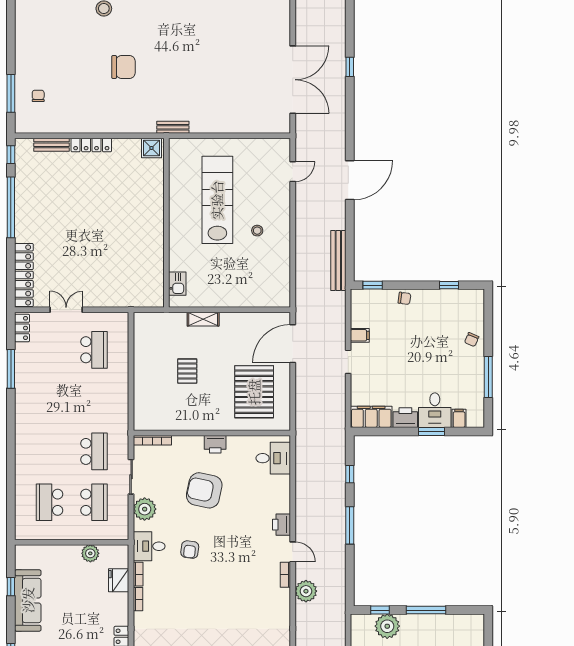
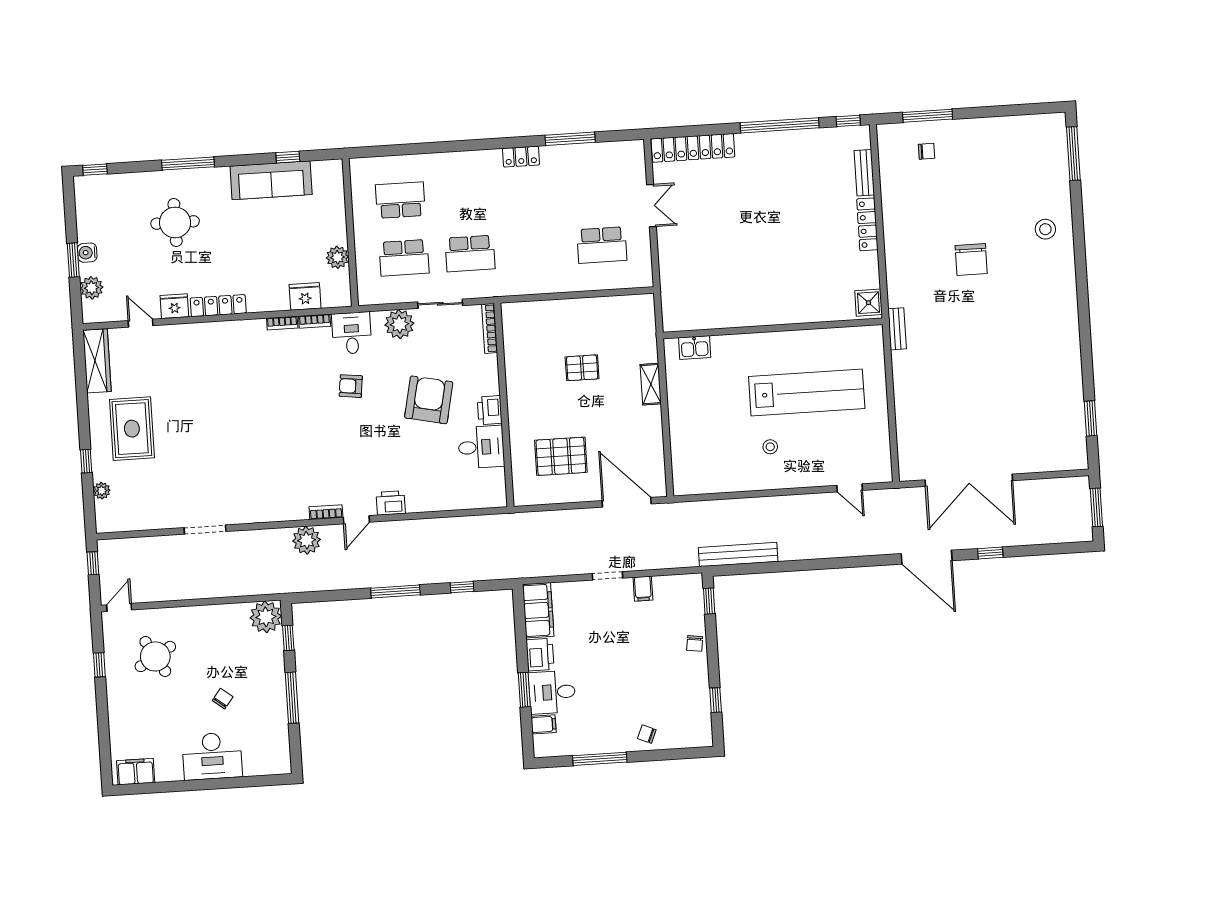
door: (350, 180) -> (927, 557), moved
locker: (22, 328) -> (521, 157), moved
pallet: (254, 392) -> (561, 456), width x0.73, depth x0.71
desk: (273, 458) -> (481, 447), moved, turned -90
plant: (387, 626) -> (266, 617), moved

